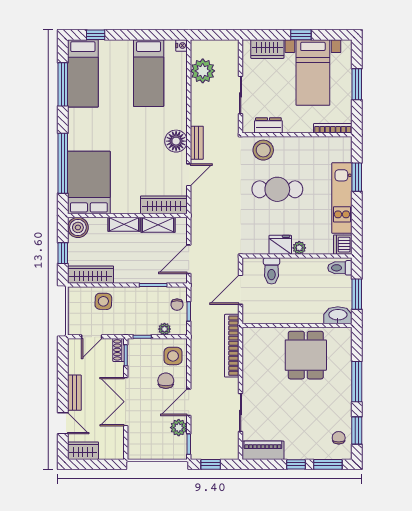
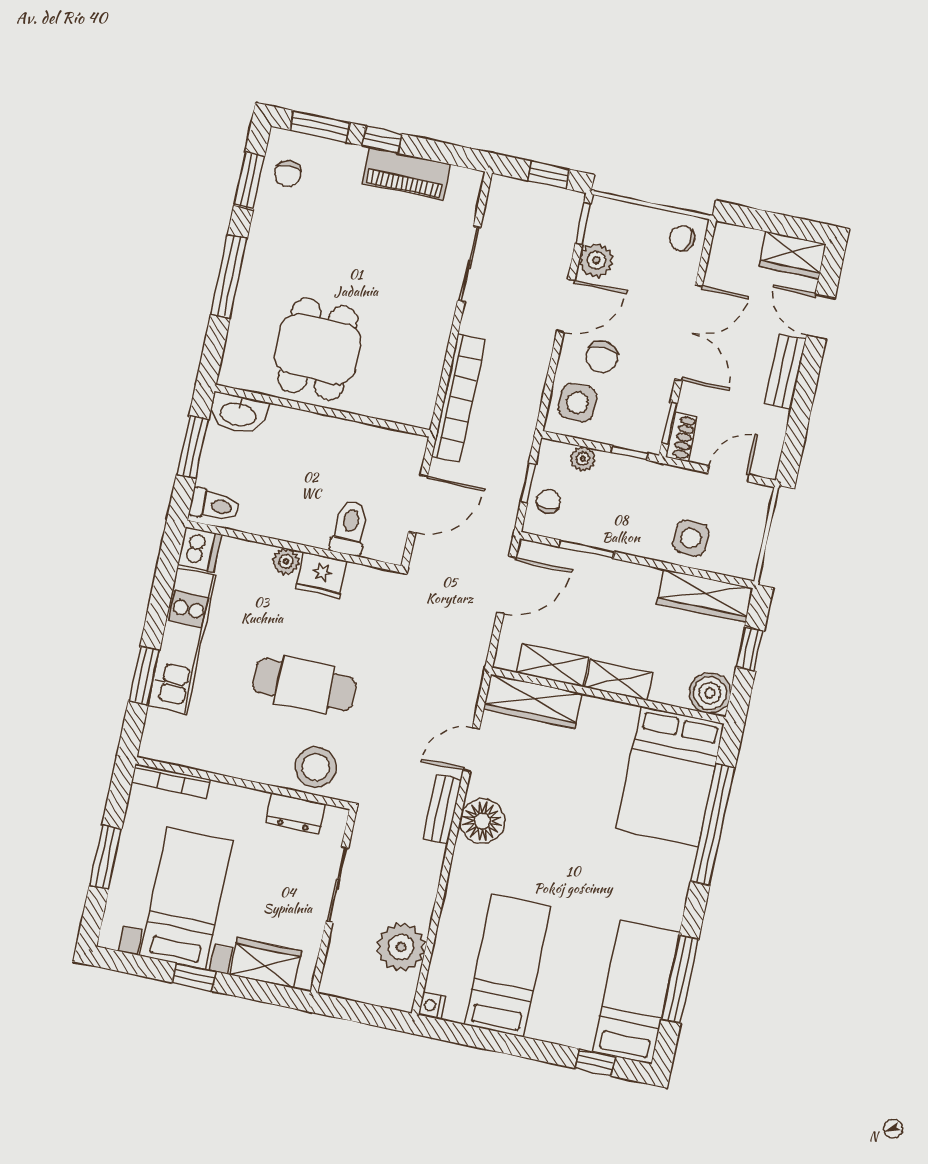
chair: (139, 447) -> (682, 238), added
piano: (263, 450) -> (406, 174), moved

